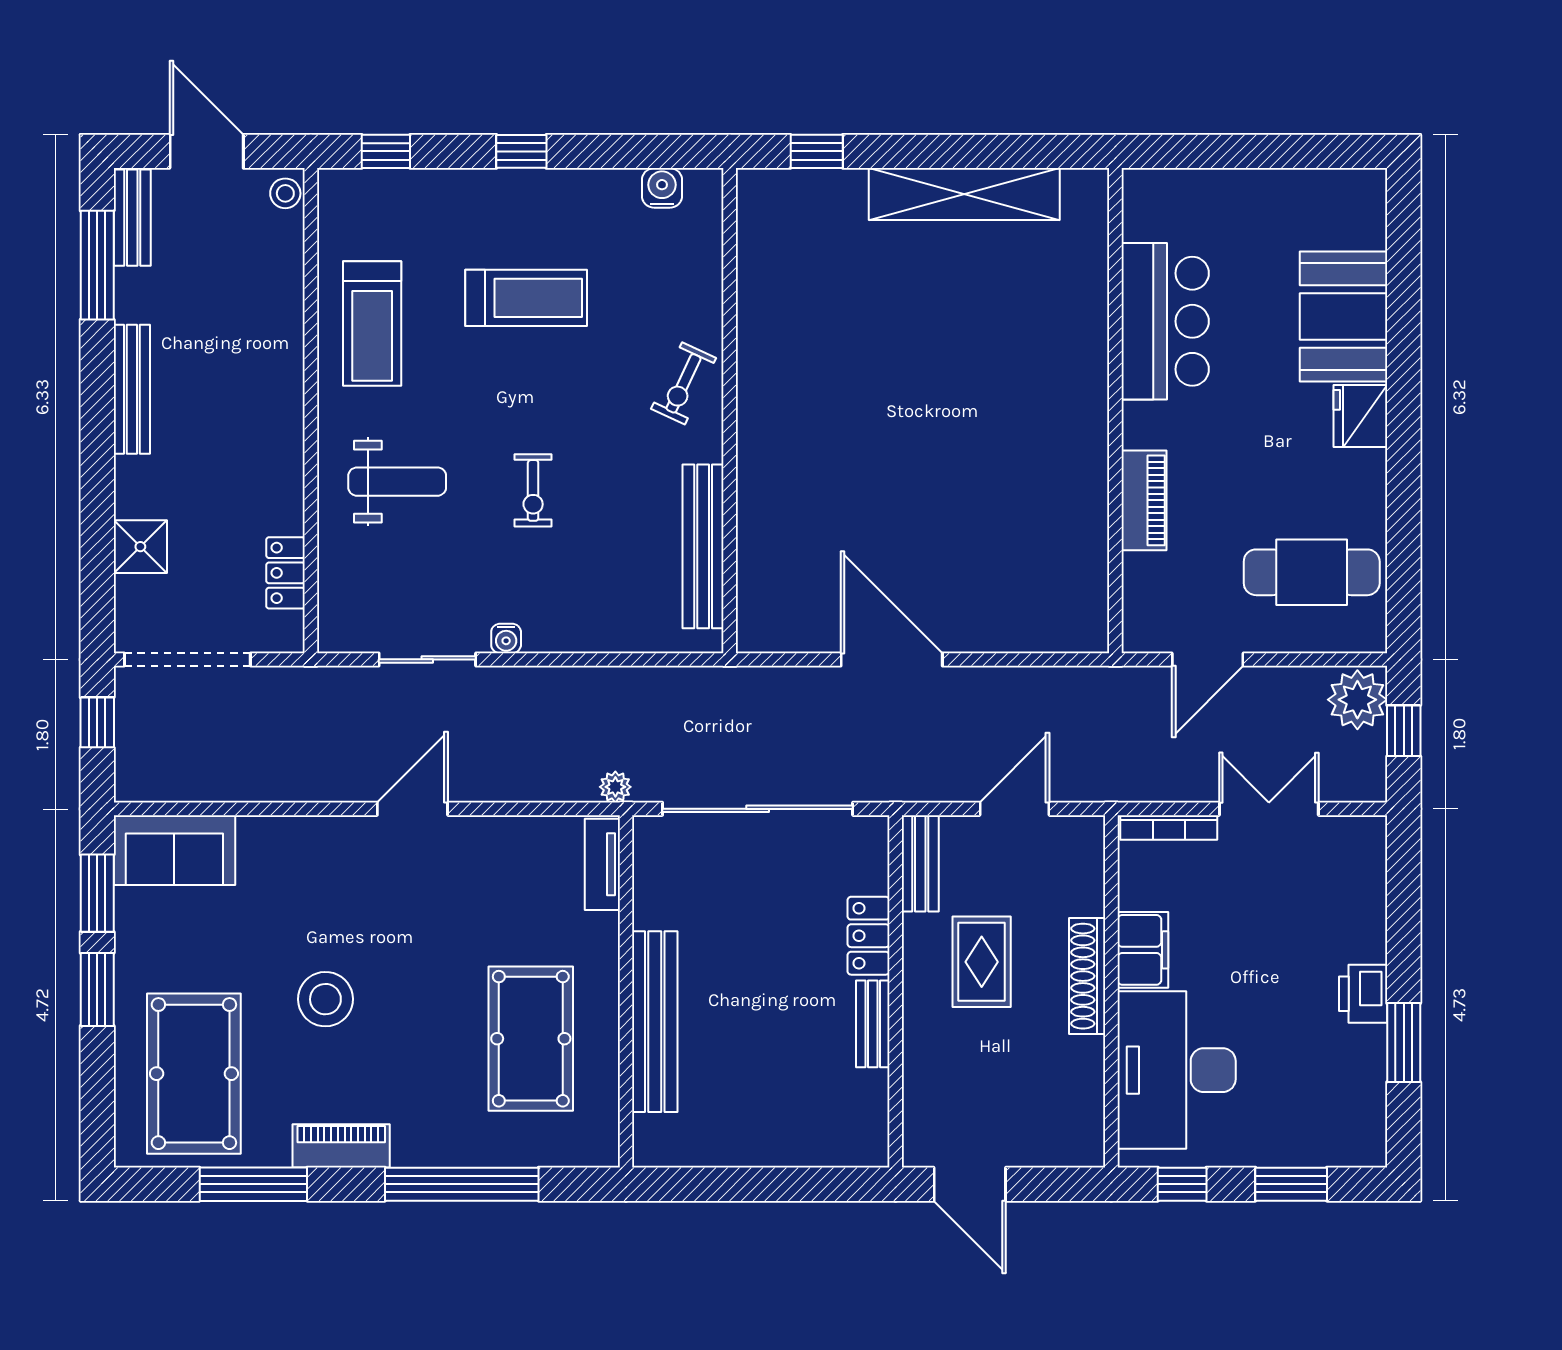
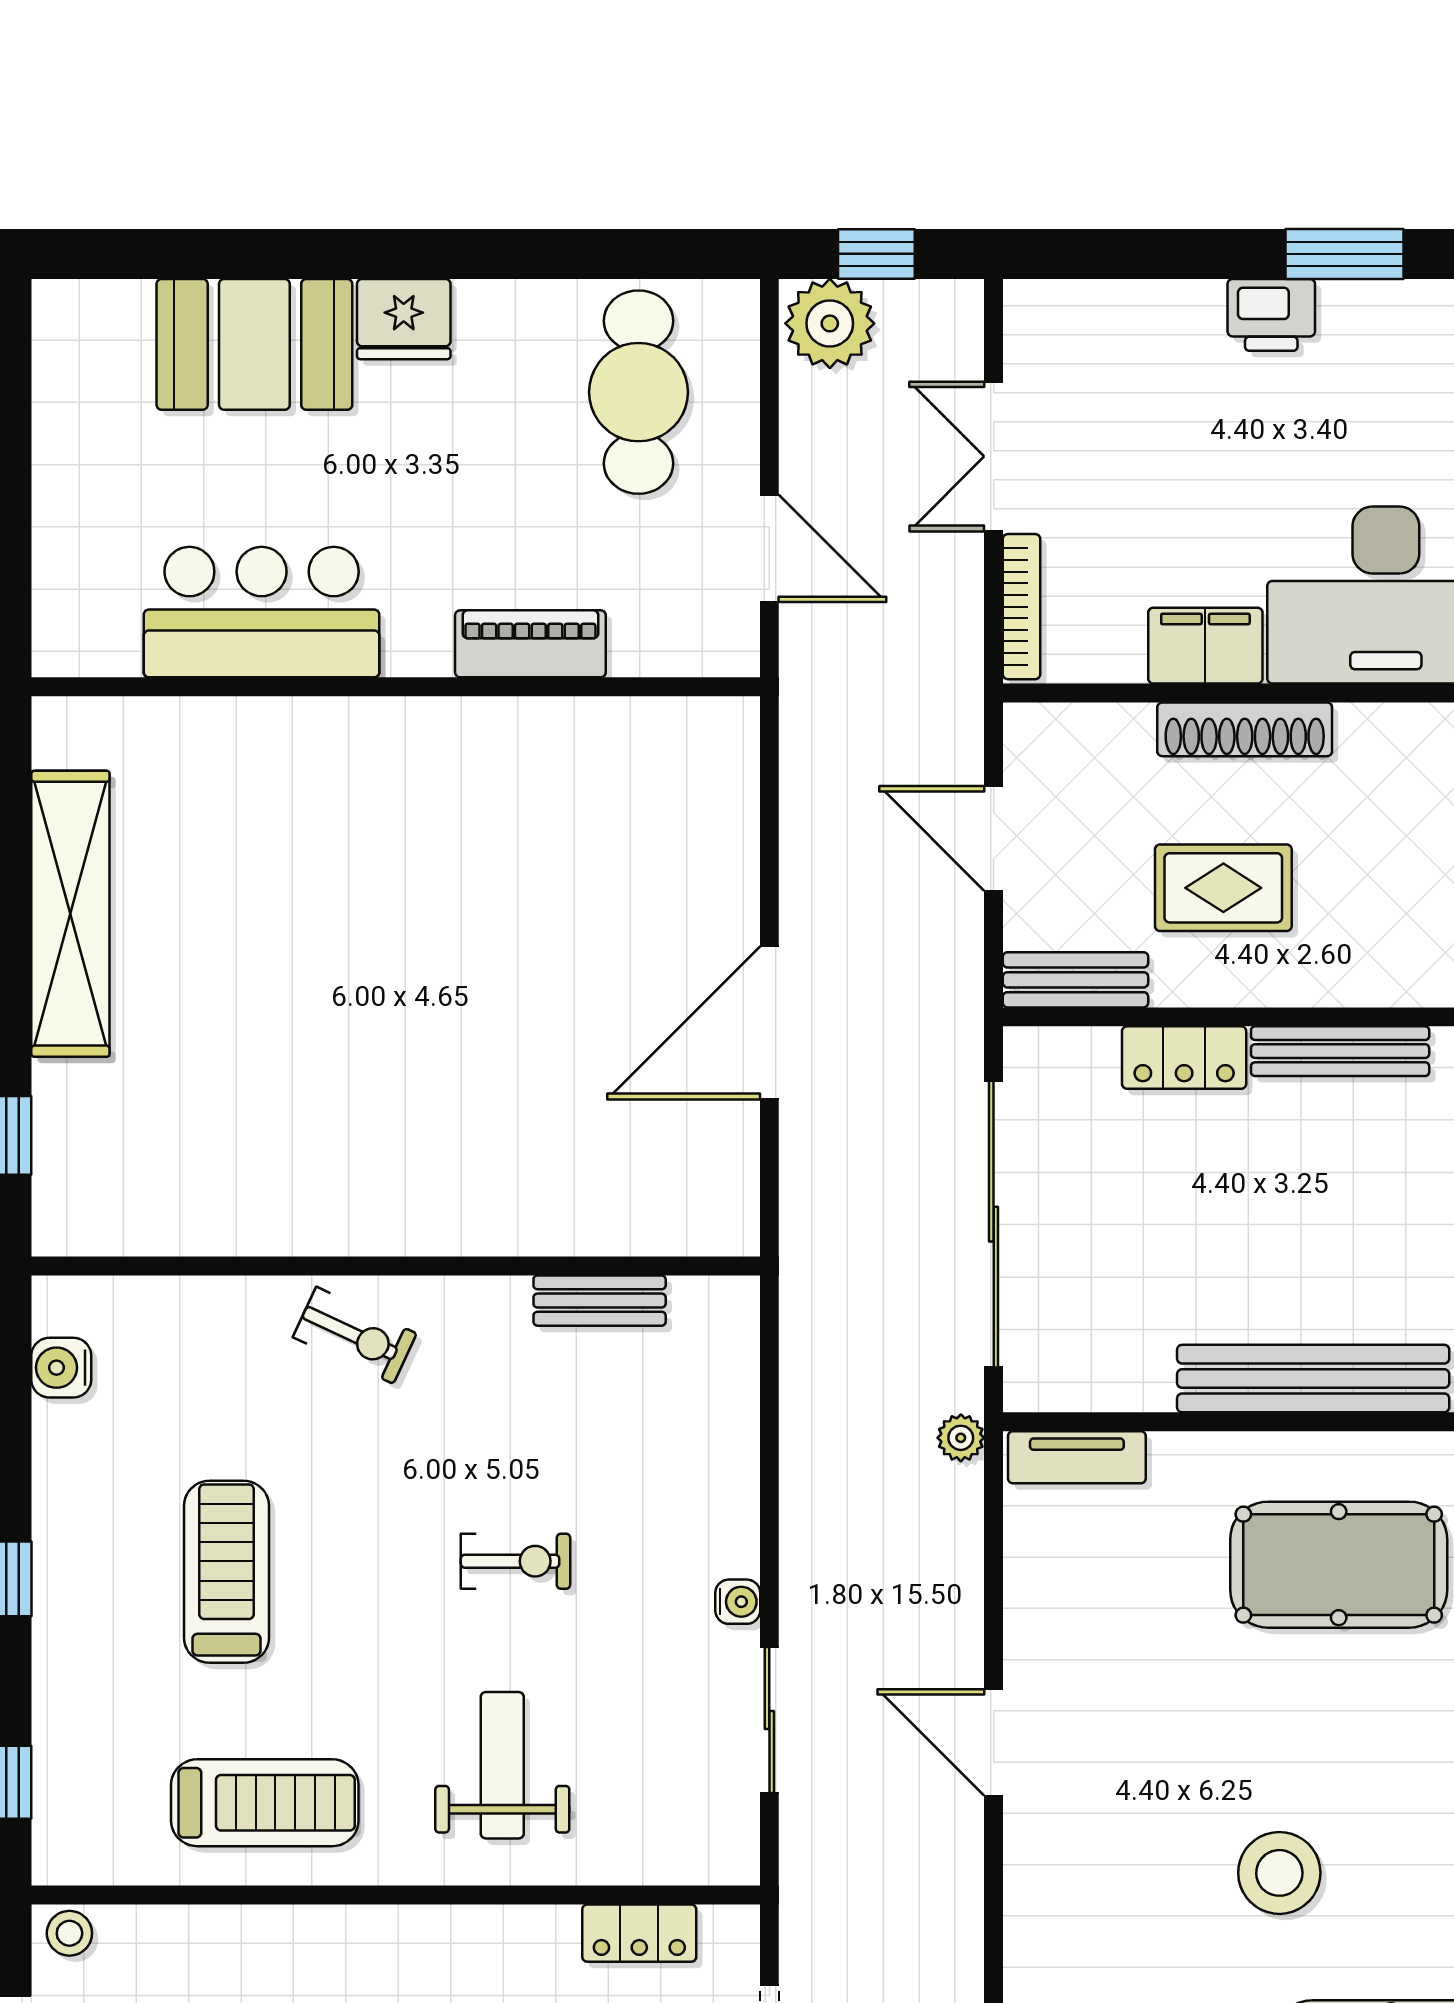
bench: (703, 546) -> (600, 1301), width x0.54, depth x0.82
bench: (873, 1024) -> (1340, 1051), width x1.36

